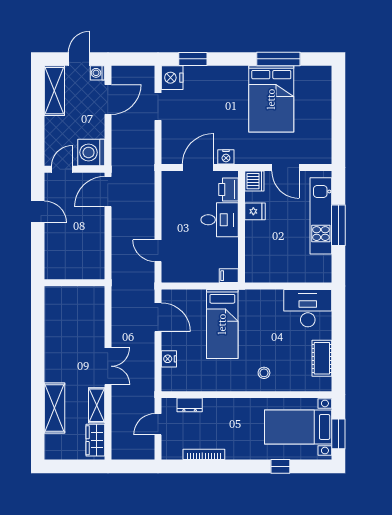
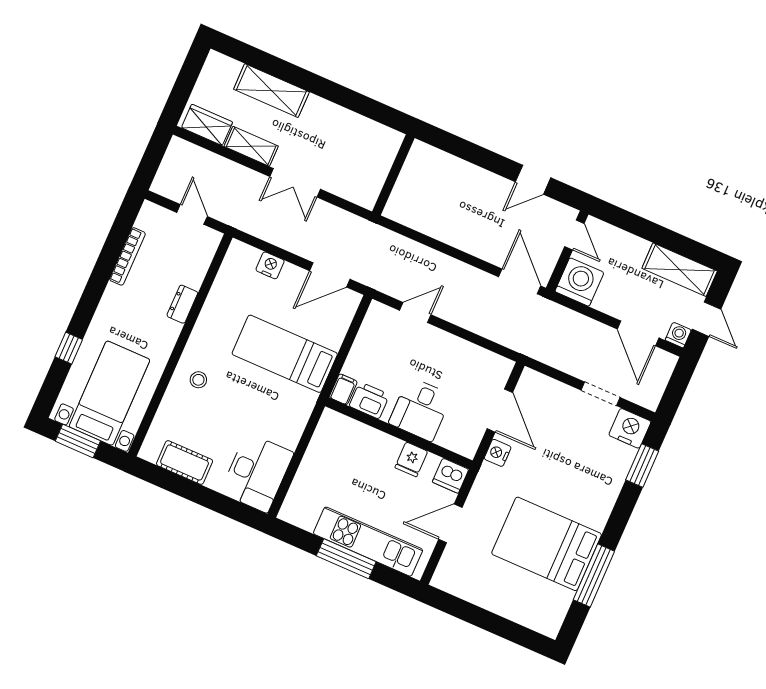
printer: (228, 190) -> (369, 400), moved
wall: (75, 283) -> (393, 175), moved
dresser: (190, 405) -> (182, 304), moved

